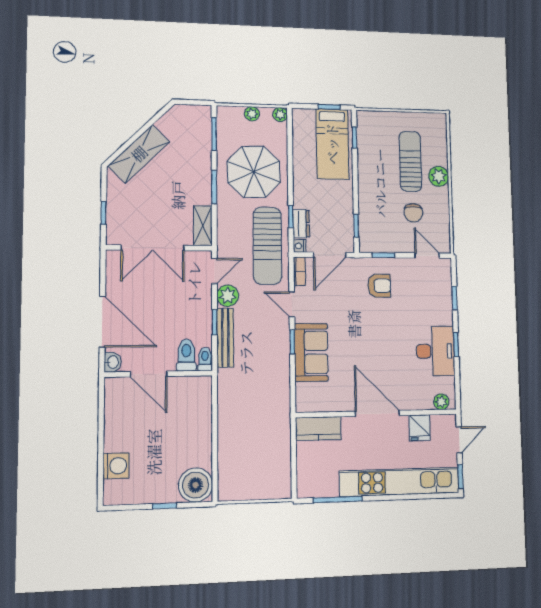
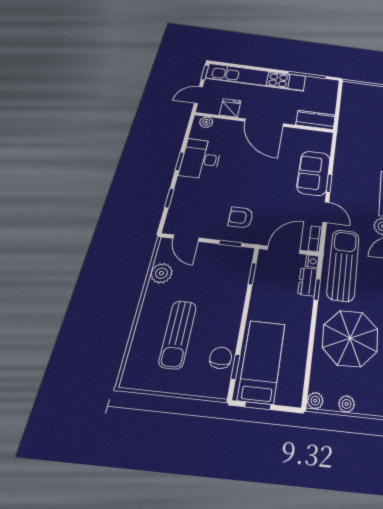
plant: (439, 176) -> (161, 273), moved
chair: (413, 213) -> (221, 358), moved

